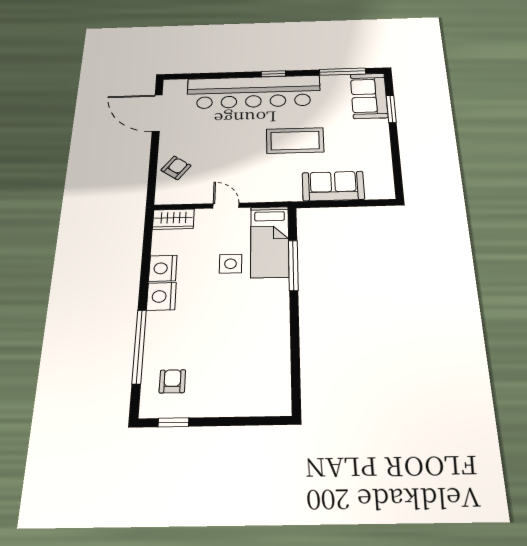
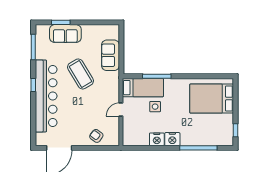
sofa: (369, 96) -> (65, 34), moved
coffee table: (295, 141) -> (80, 74), turned -31
wardrobe: (173, 219) -> (128, 136), removed
bed: (246, 371) -> (212, 99), added
armchair: (172, 381) -> (216, 132), removed

